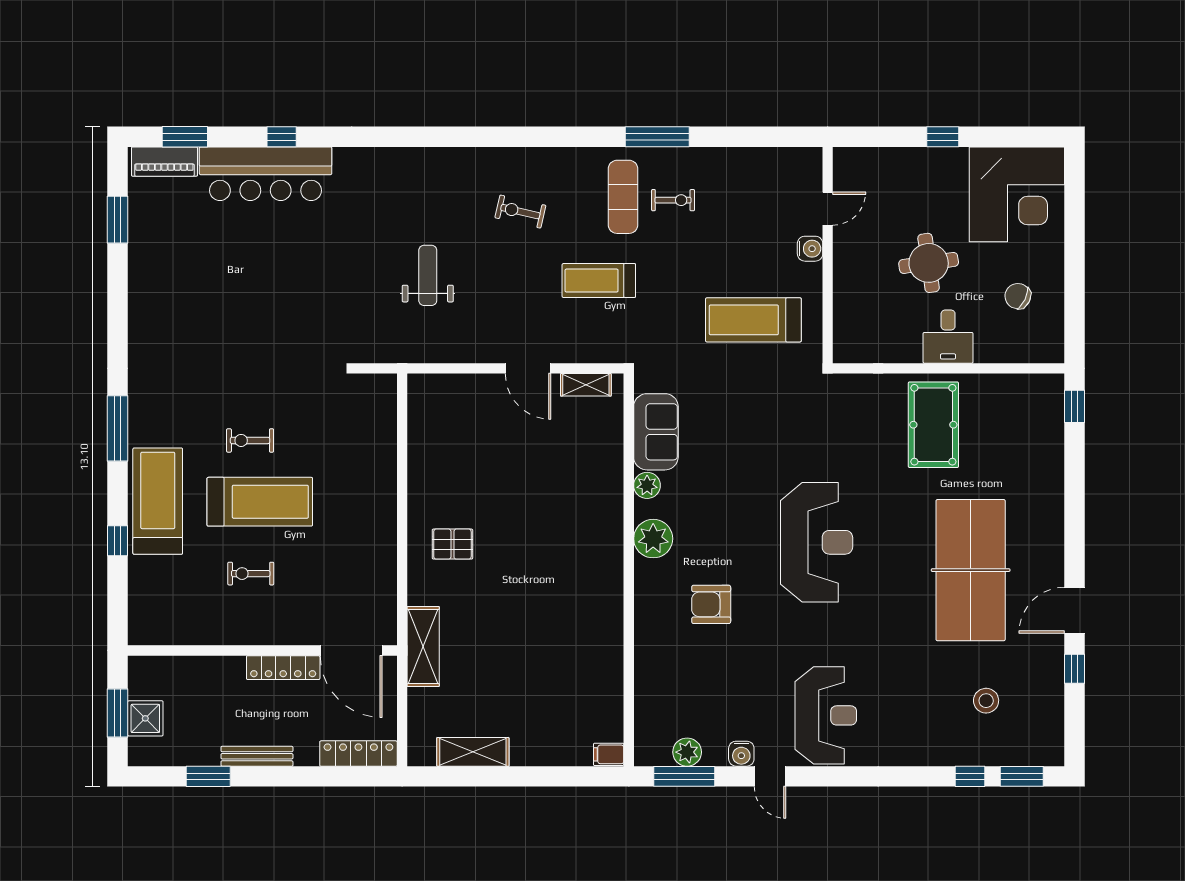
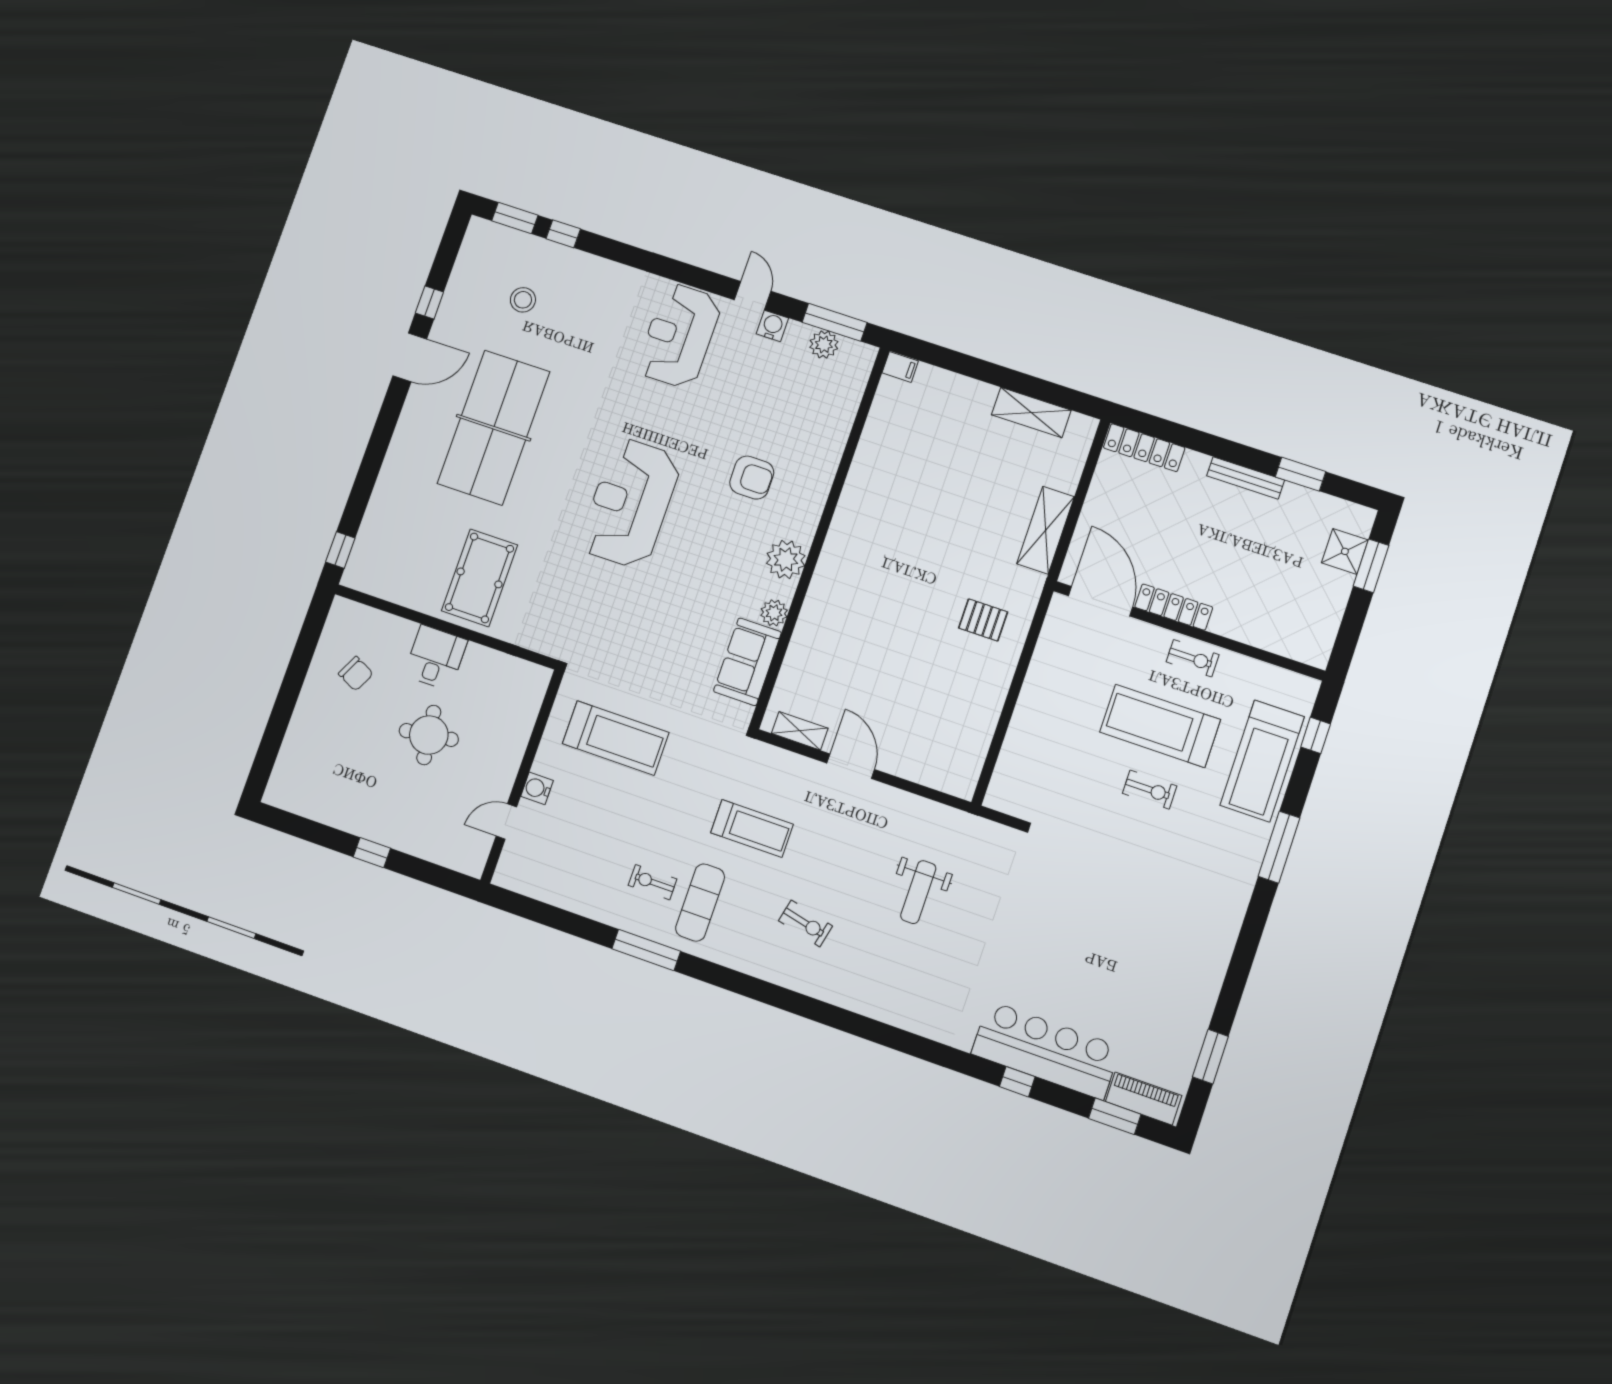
corner desk: (1017, 194) -> (322, 772), removed
wall: (262, 650) -> (1189, 631), moved
door: (351, 650) -> (1101, 601), moved
locker: (283, 668) -> (1174, 607), moved

